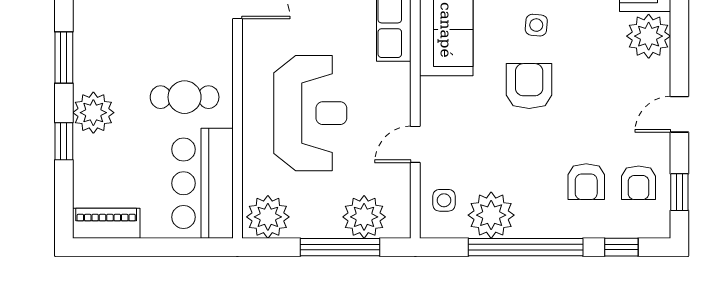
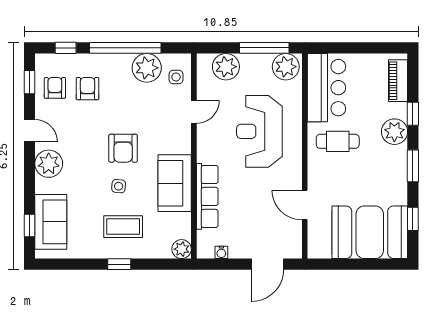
plant: (649, 36) -> (49, 164), moved
door: (679, 114) -> (29, 131), hinge flipped
piano: (106, 223) -> (398, 81), moved, turned 90
window: (340, 247) -> (264, 48), moved

